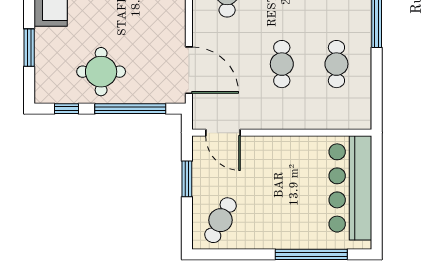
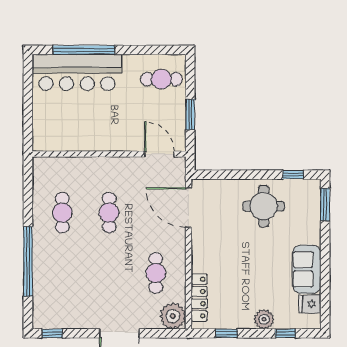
window: (29, 48) -> (325, 205), moved
window: (130, 109) -> (239, 175), removed
bar counter: (350, 188) -> (77, 72), moved, turned 90
cafe table: (220, 220) -> (161, 79), turned 63

